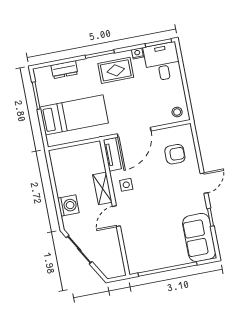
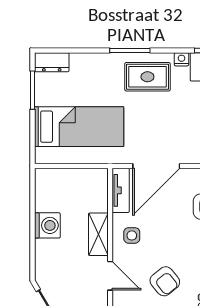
dresser: (64, 70) -> (52, 62), moved
washing machine: (68, 205) -> (47, 225), moved
armchair: (156, 213) -> (165, 281), added
door: (116, 216) -> (110, 276), swing flipped

